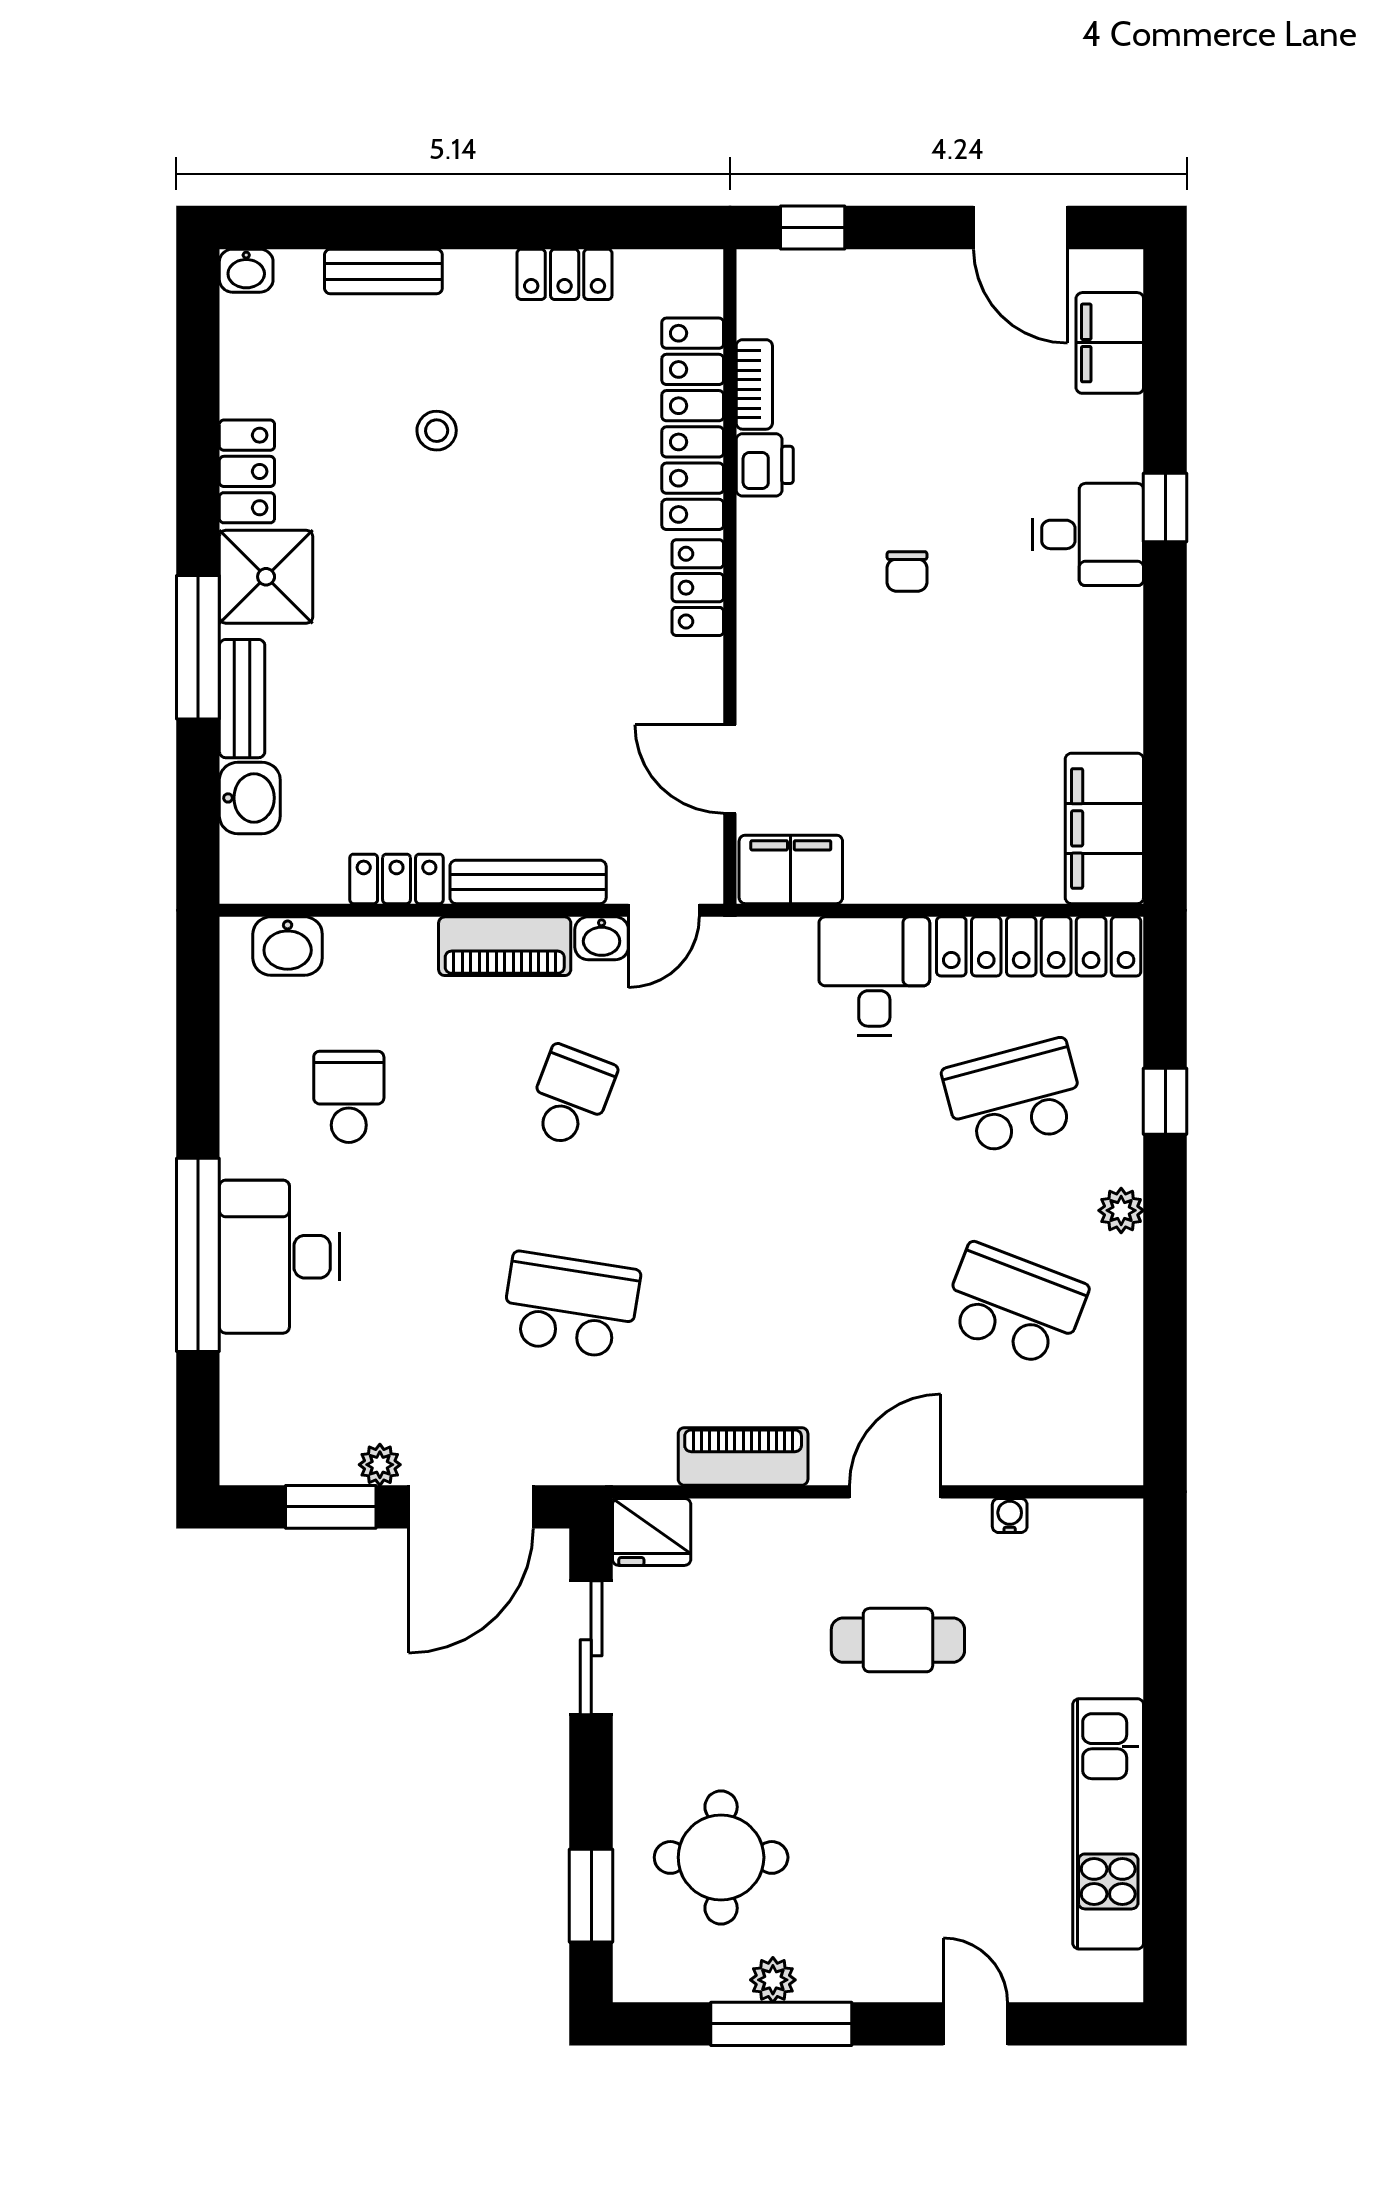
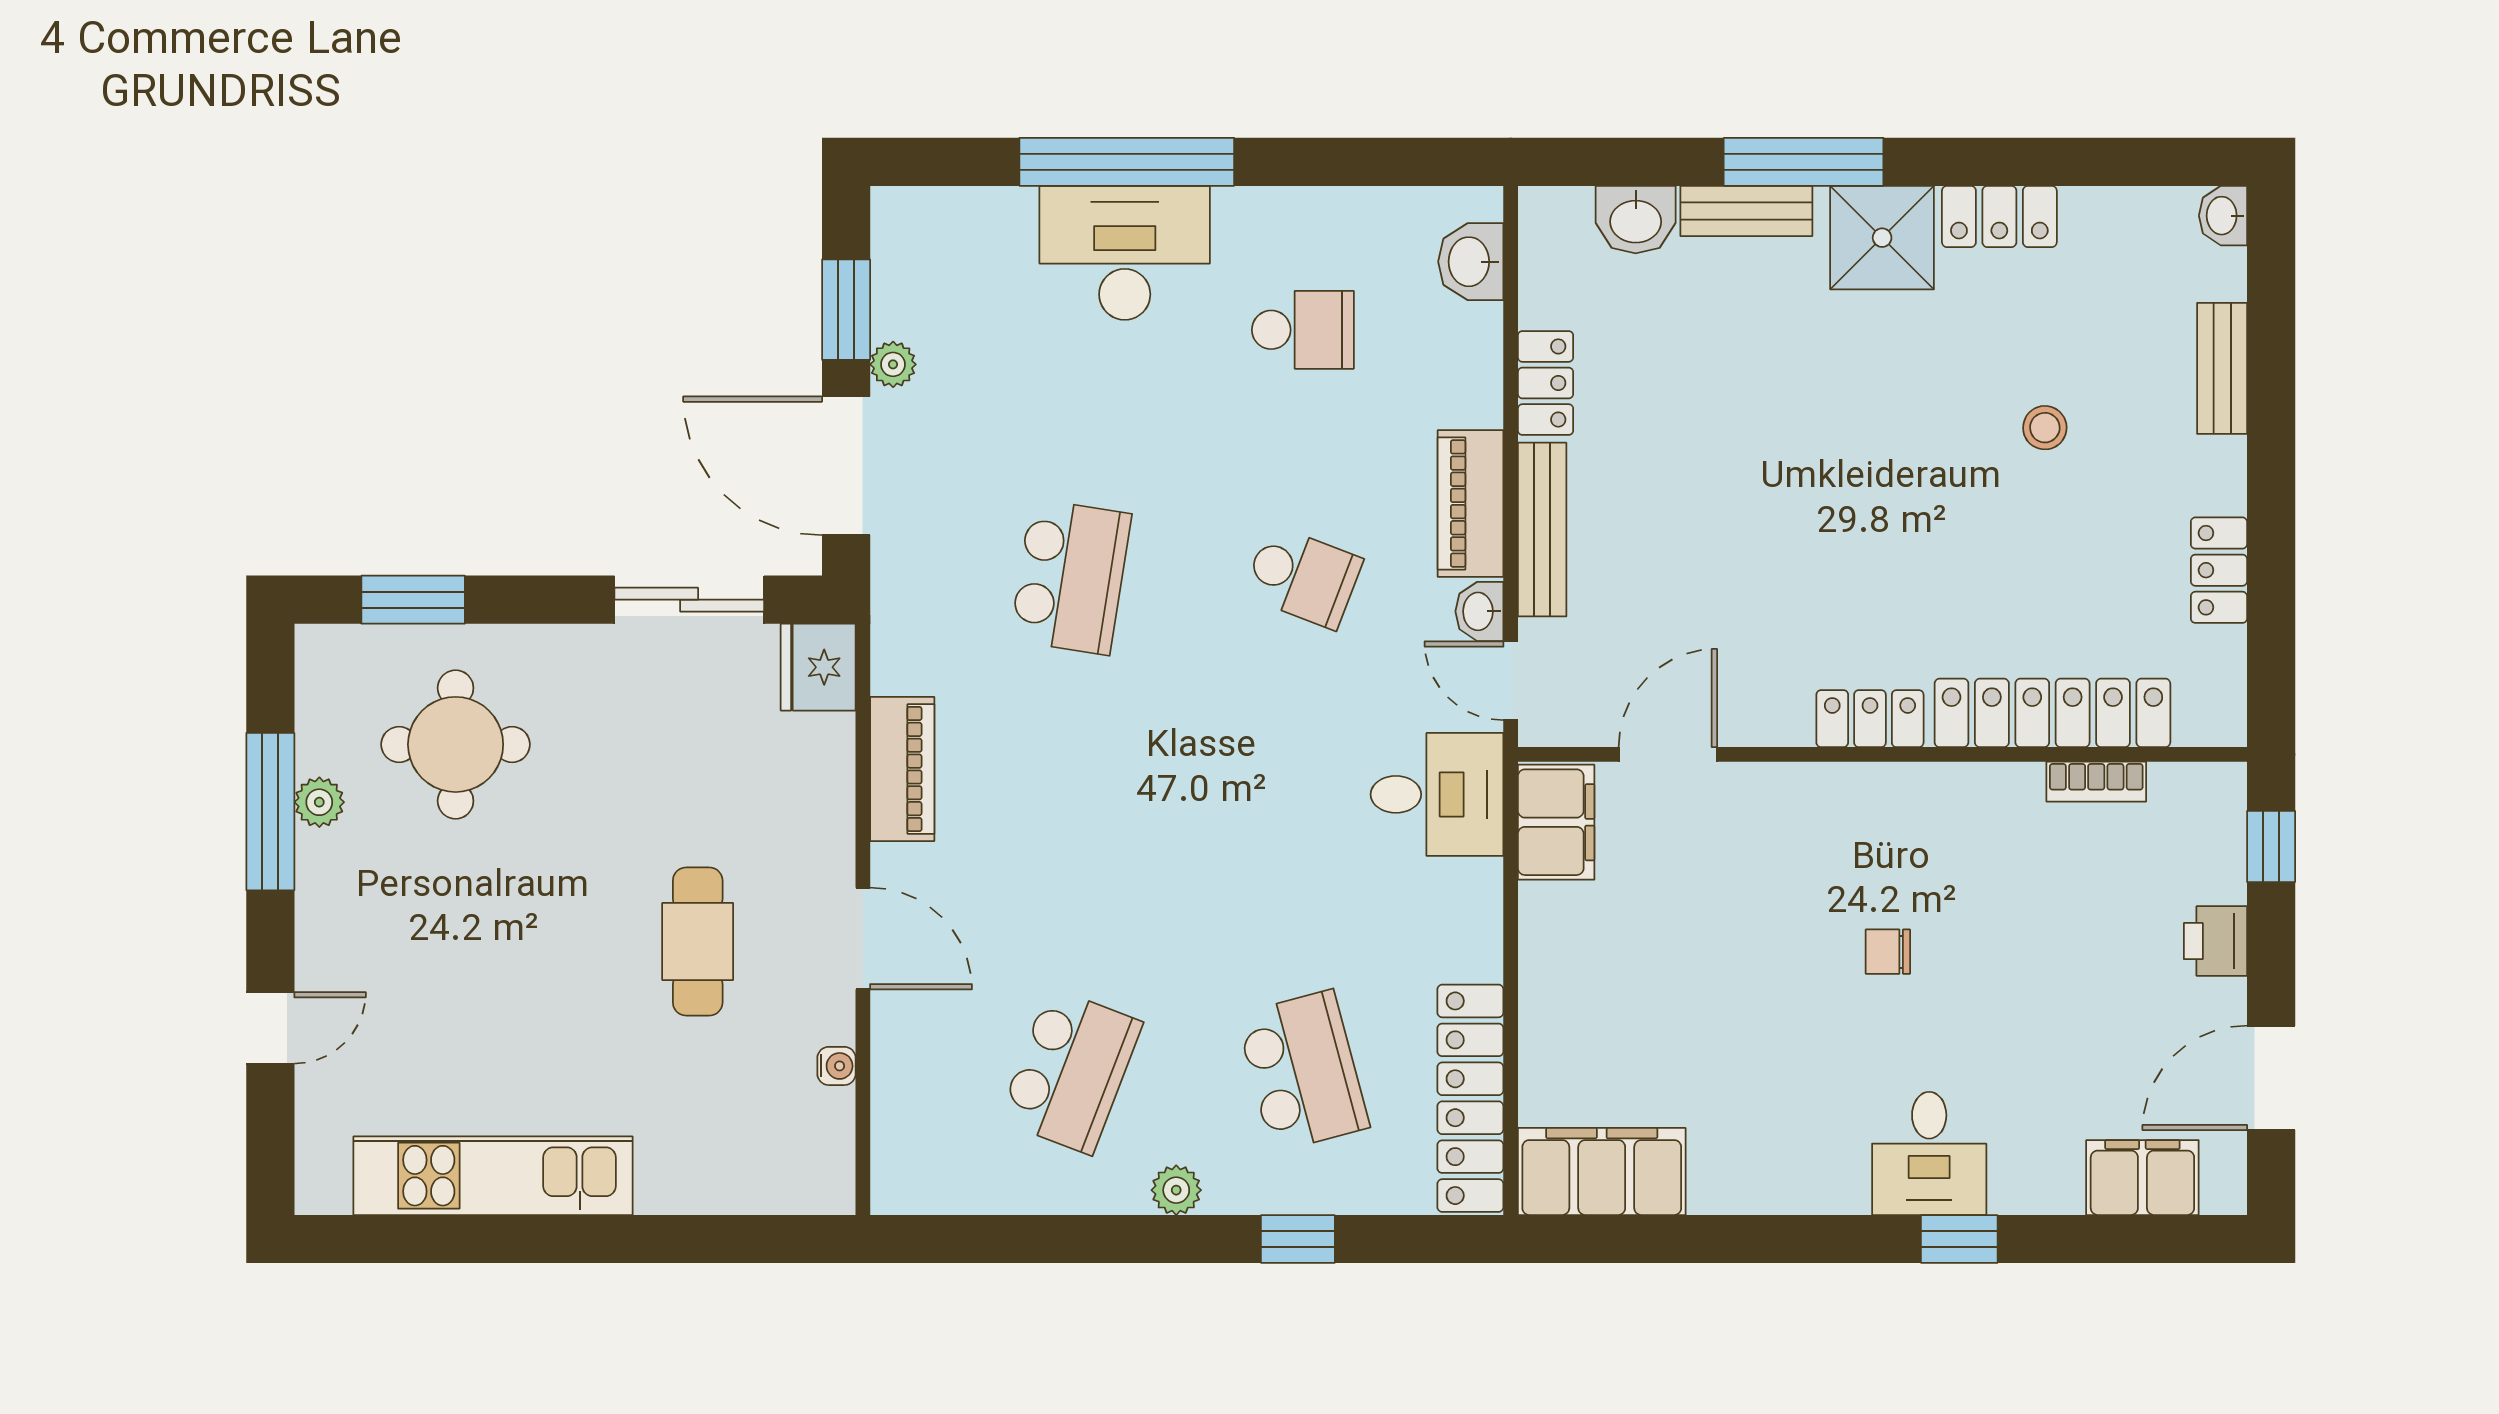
printer: (765, 465) -> (2215, 941), moved, turned 90
desk: (874, 976) -> (1437, 794), moved

